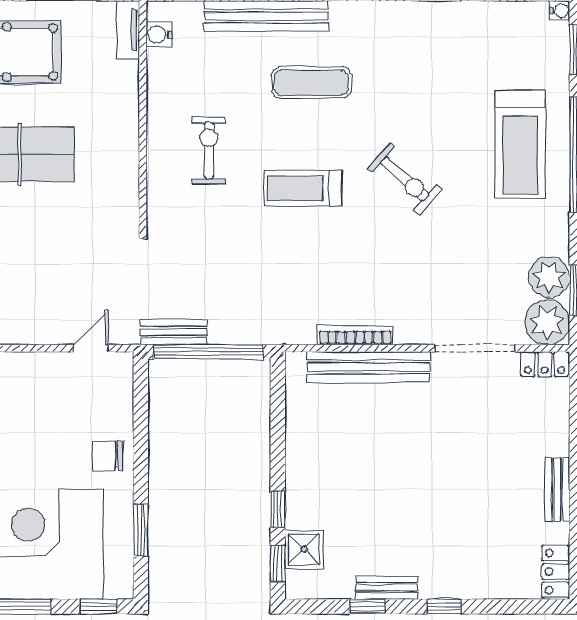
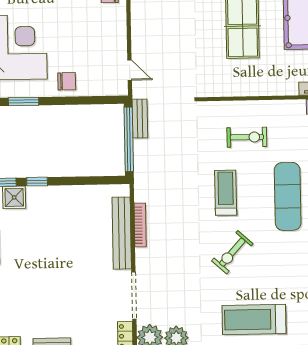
exercise mat: (311, 83) -> (288, 196), width x1.36, depth x1.45
chair: (108, 456) -> (67, 81), turned 90

